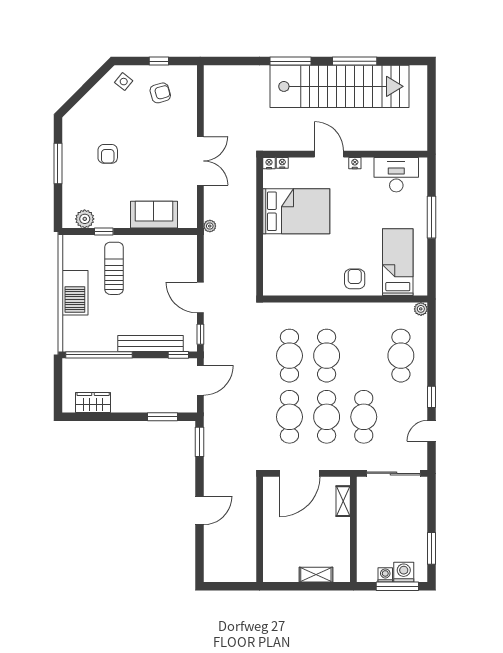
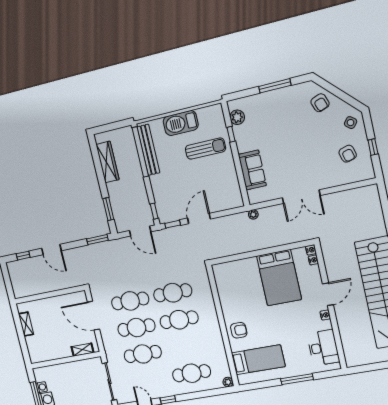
armchair: (108, 154) -> (320, 103), moved, turned -110
bench: (151, 344) -> (148, 150), moved
wardrobe: (93, 402) -> (107, 162), width x1.50
window: (199, 554) -> (23, 256), added
shelving: (316, 575) -> (26, 324), moved

